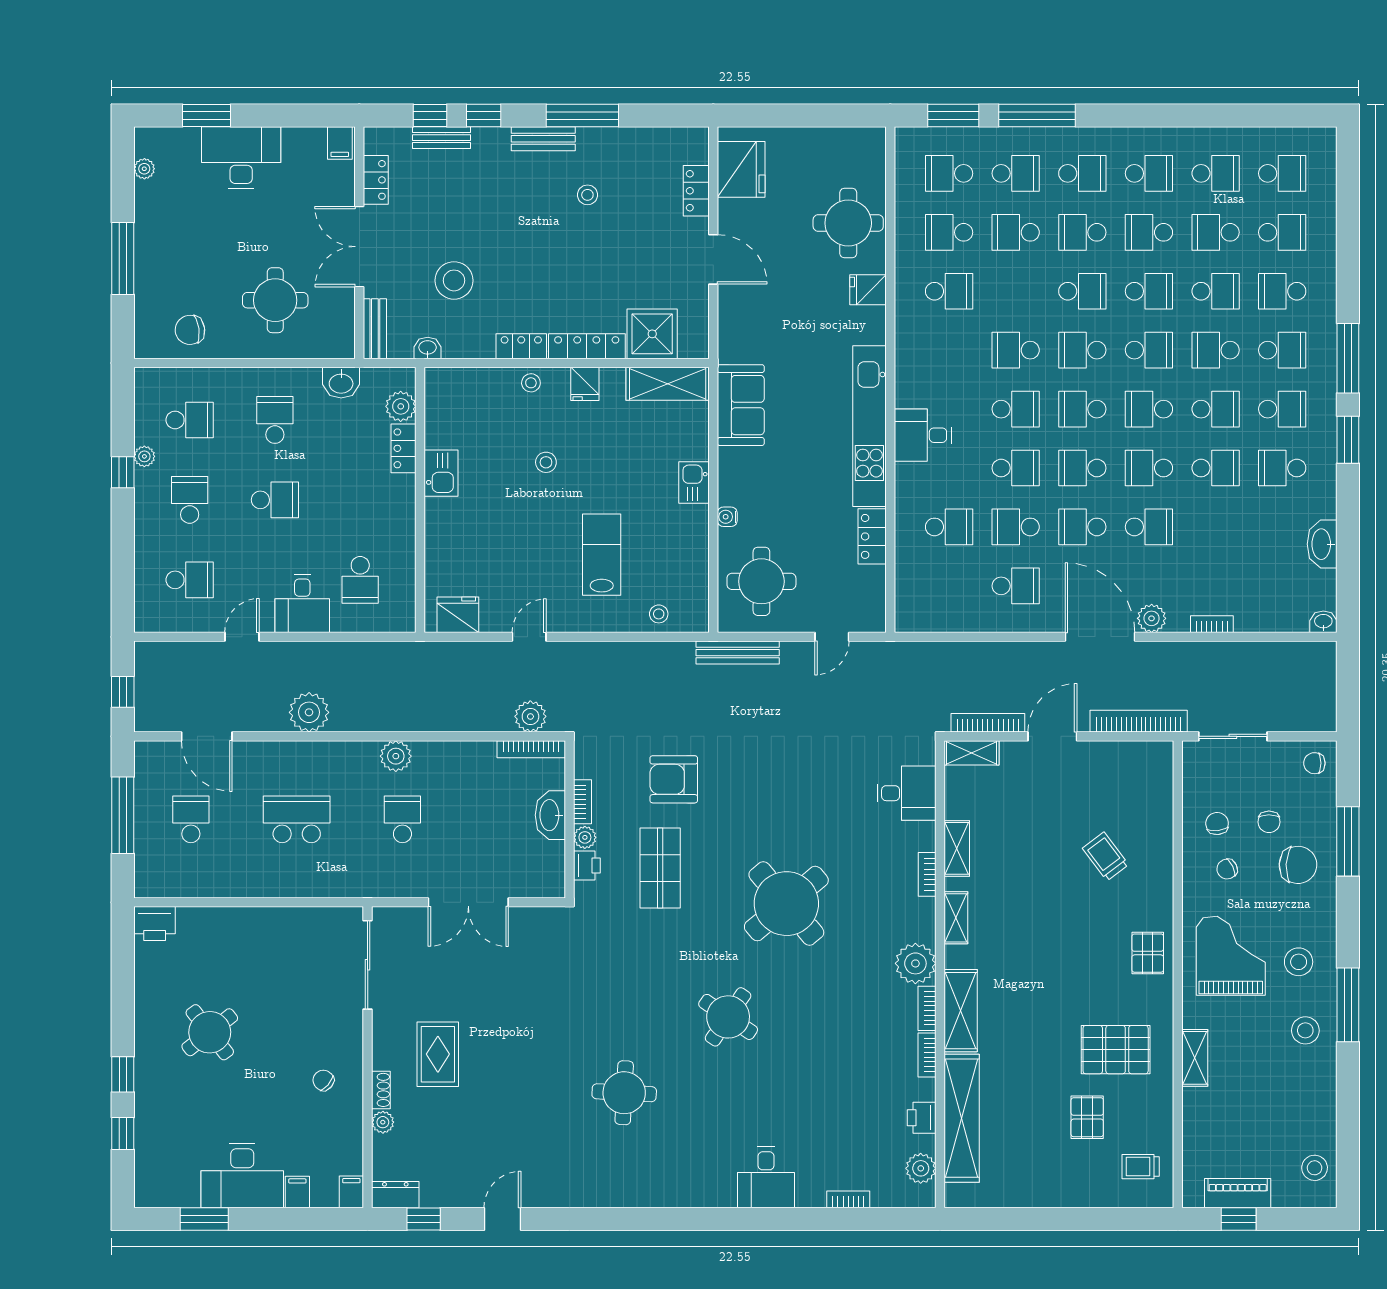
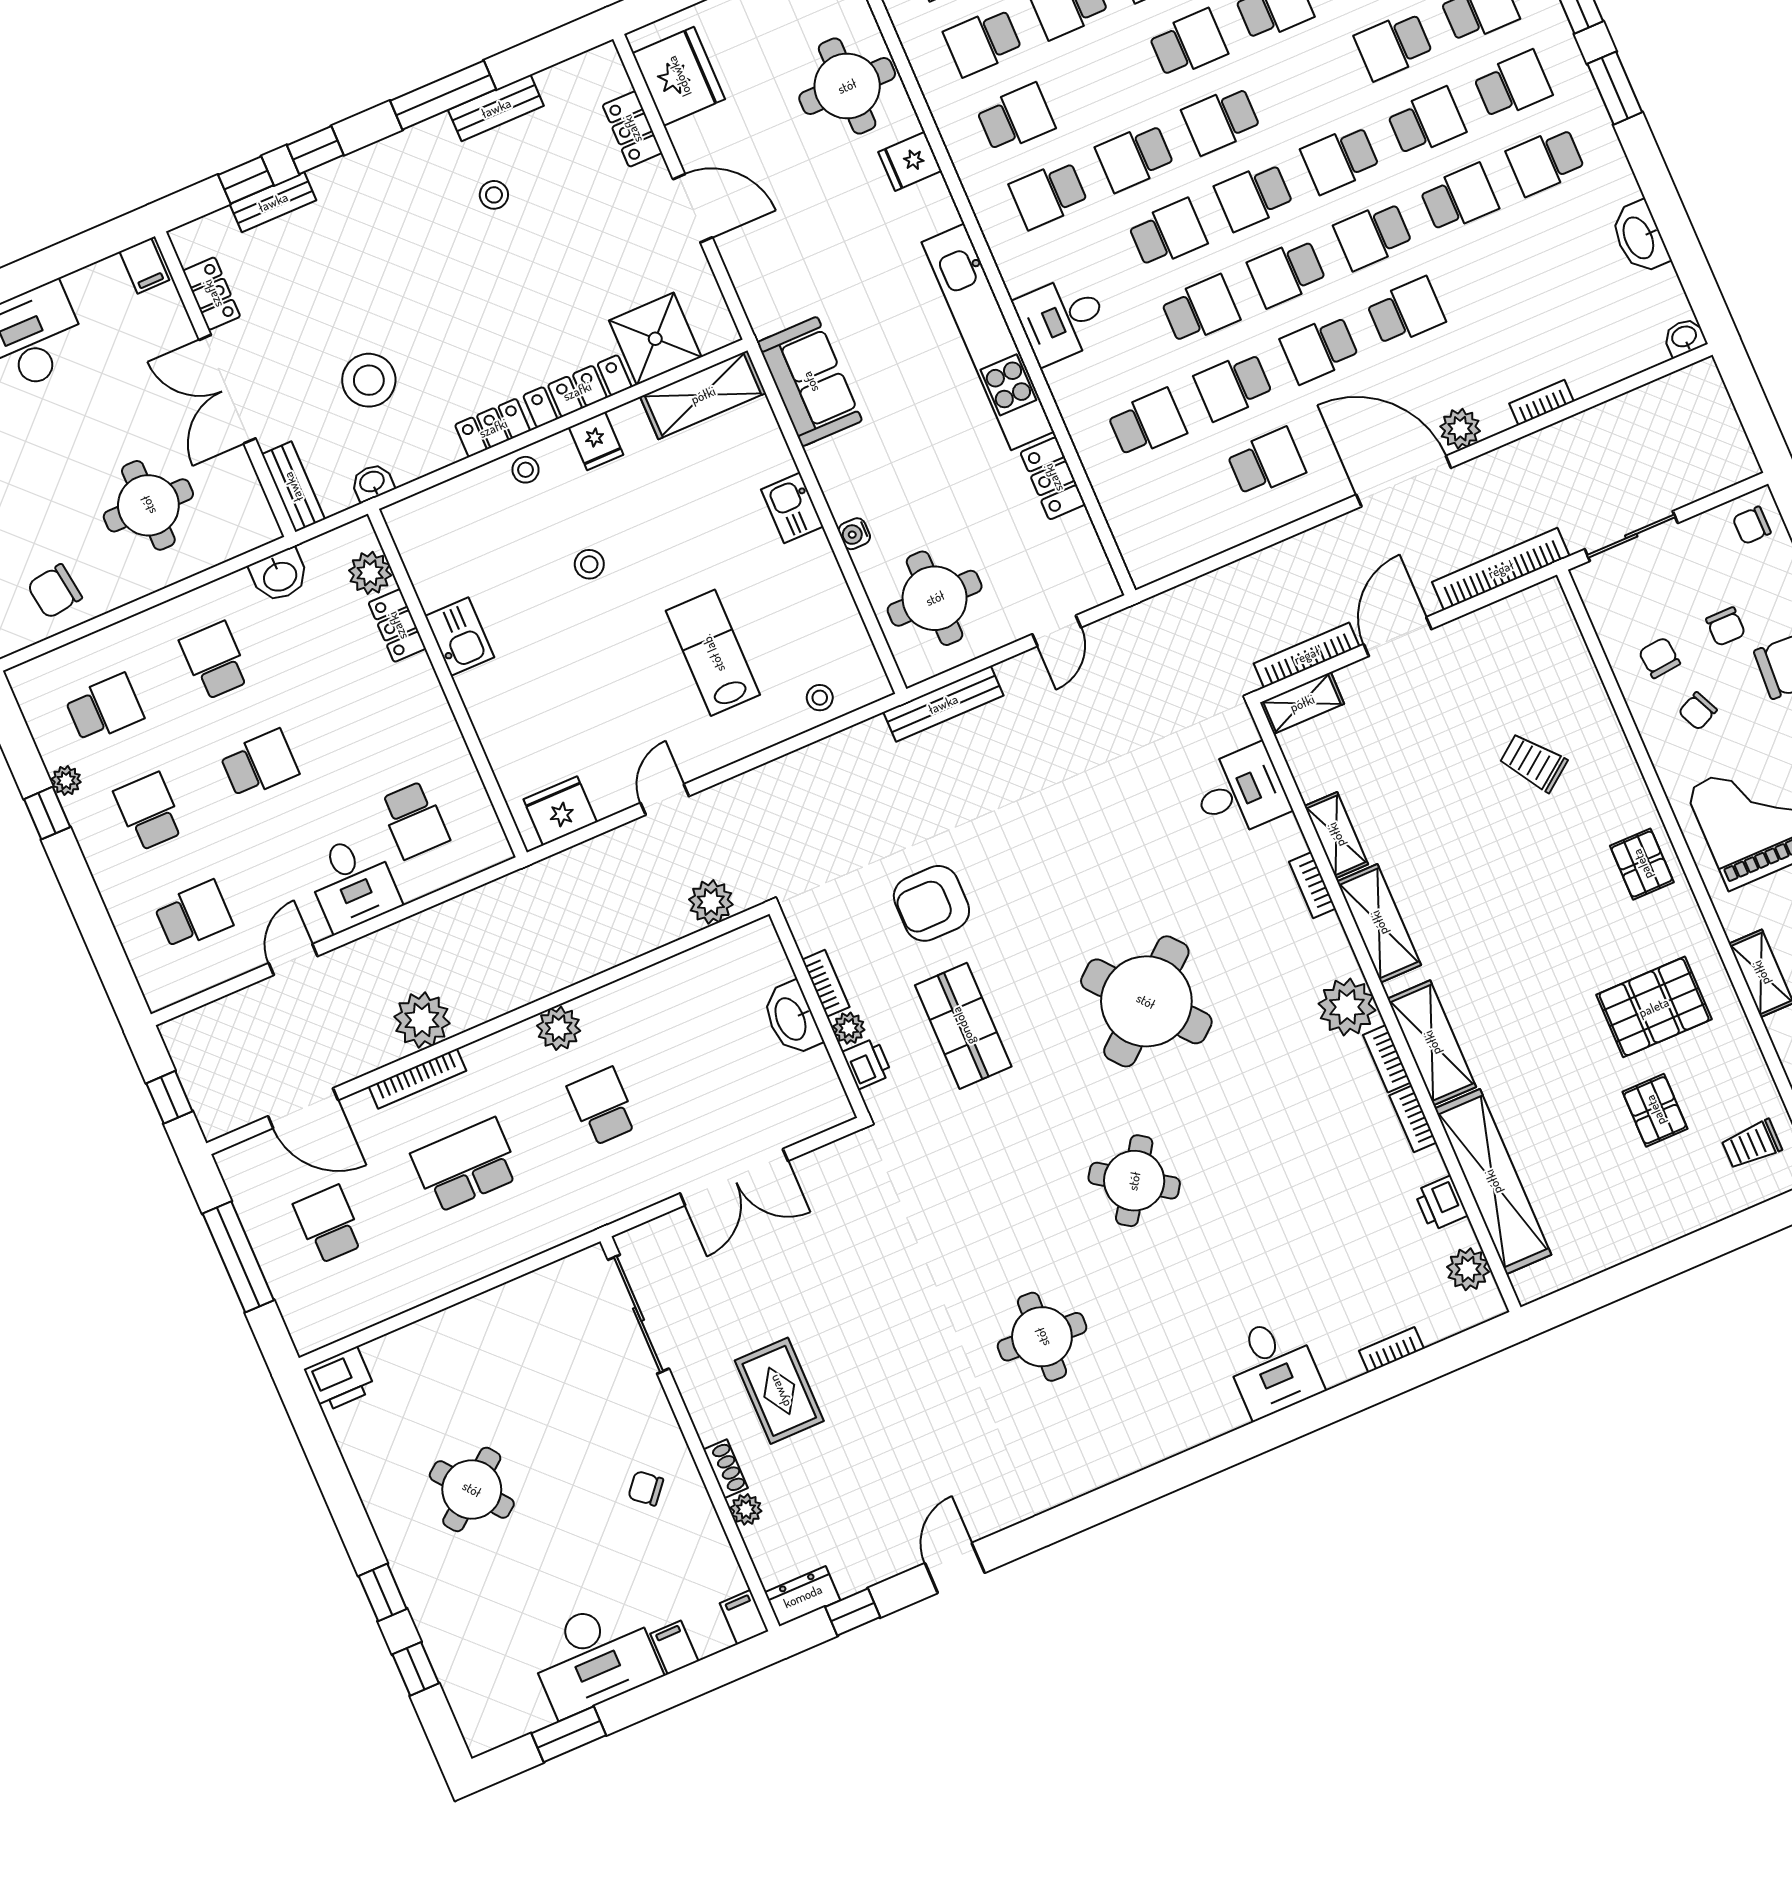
bench: (543, 139) -> (496, 108), moved
school desk: (1149, 350) -> (1049, 194), moved, turned 180
bookcase: (531, 749) -> (417, 1079), moved
shelving: (956, 918) -> (1379, 923), width x1.50, depth x1.33

